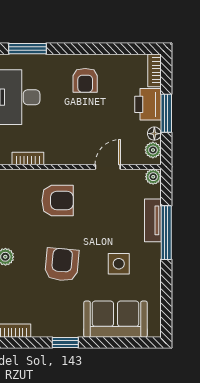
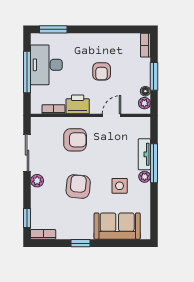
armchair: (85, 80) -> (102, 71), moved
printer: (148, 104) -> (78, 104), moved, turned 90
plant: (153, 177) -> (145, 177), moved

